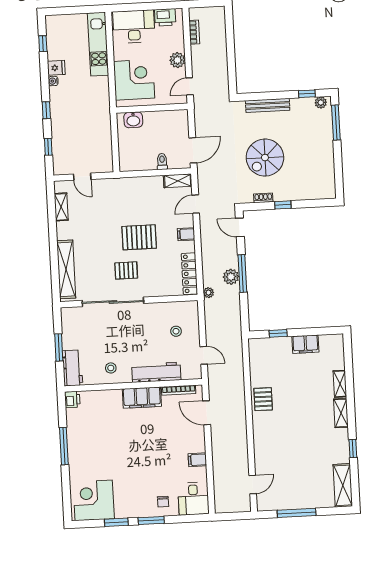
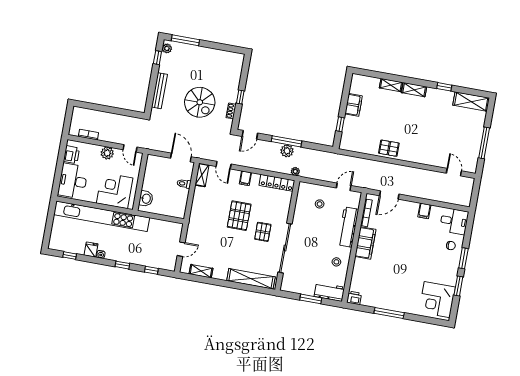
kitchen unit: (98, 44) -> (102, 216), width x1.86

